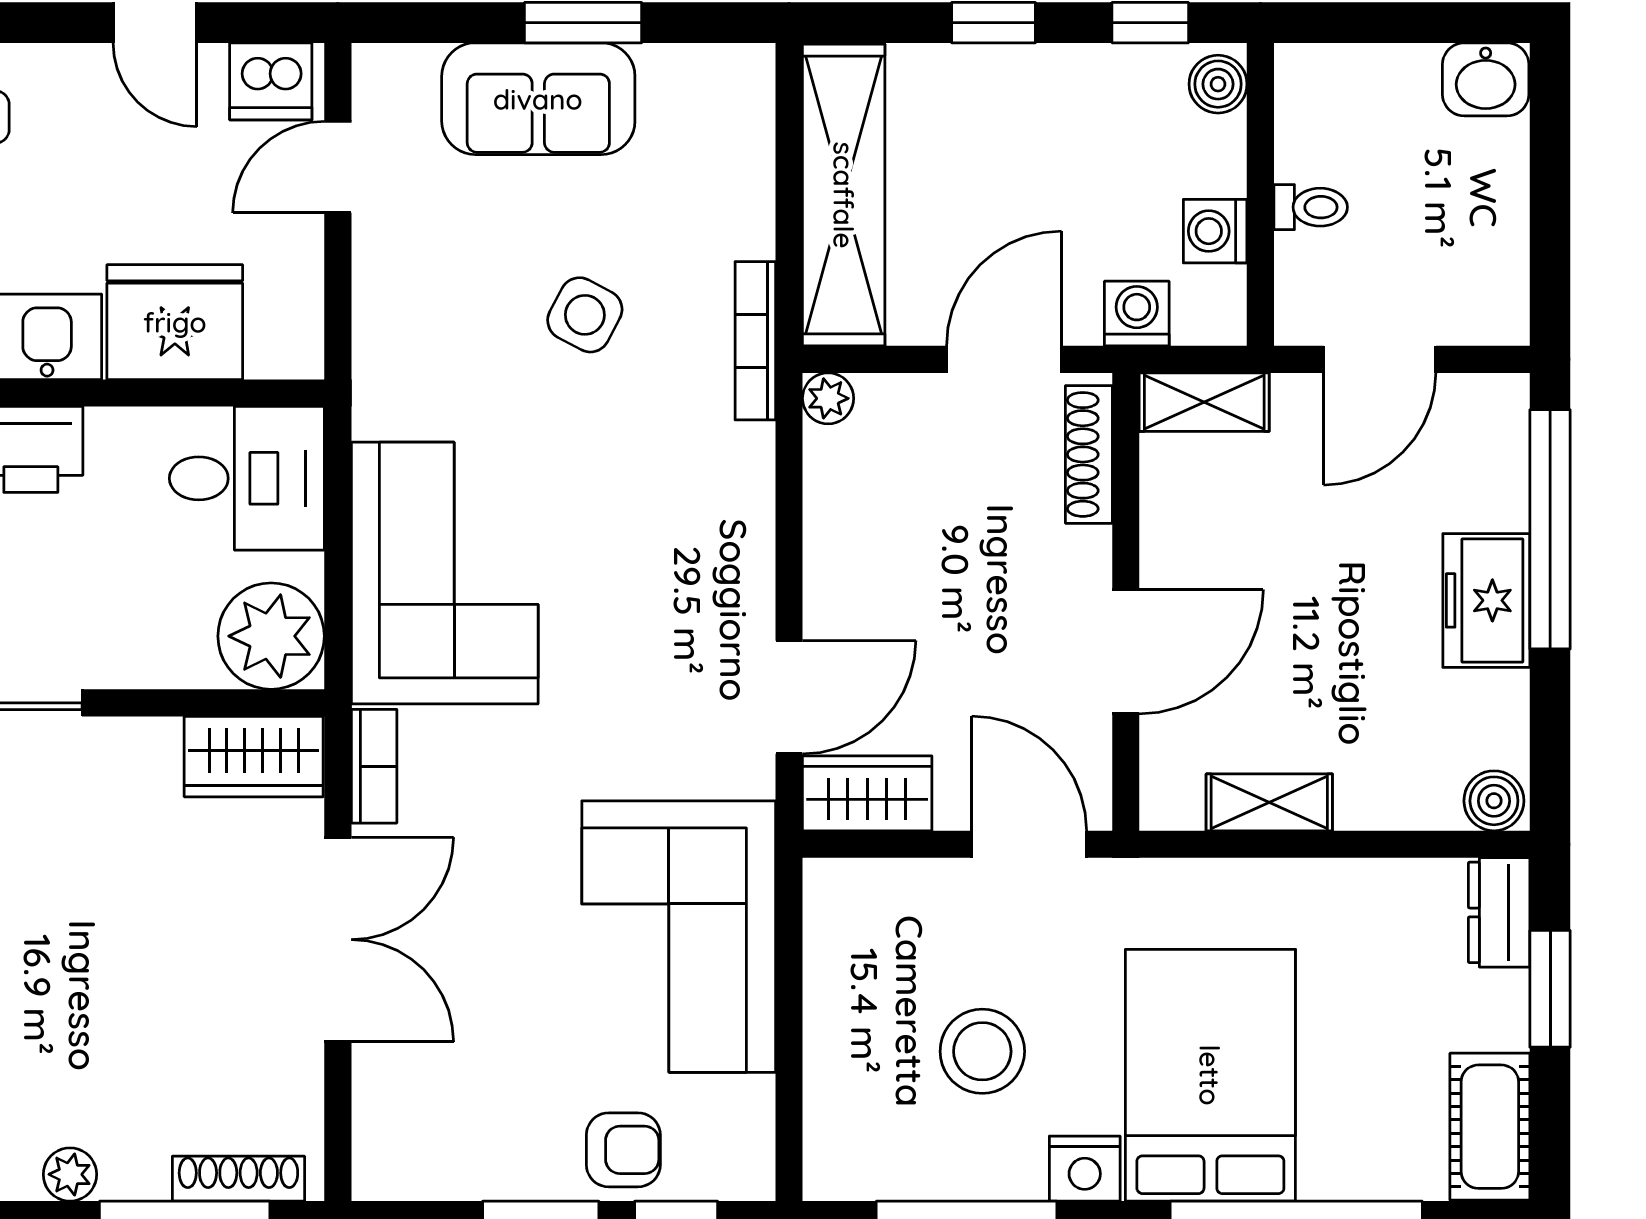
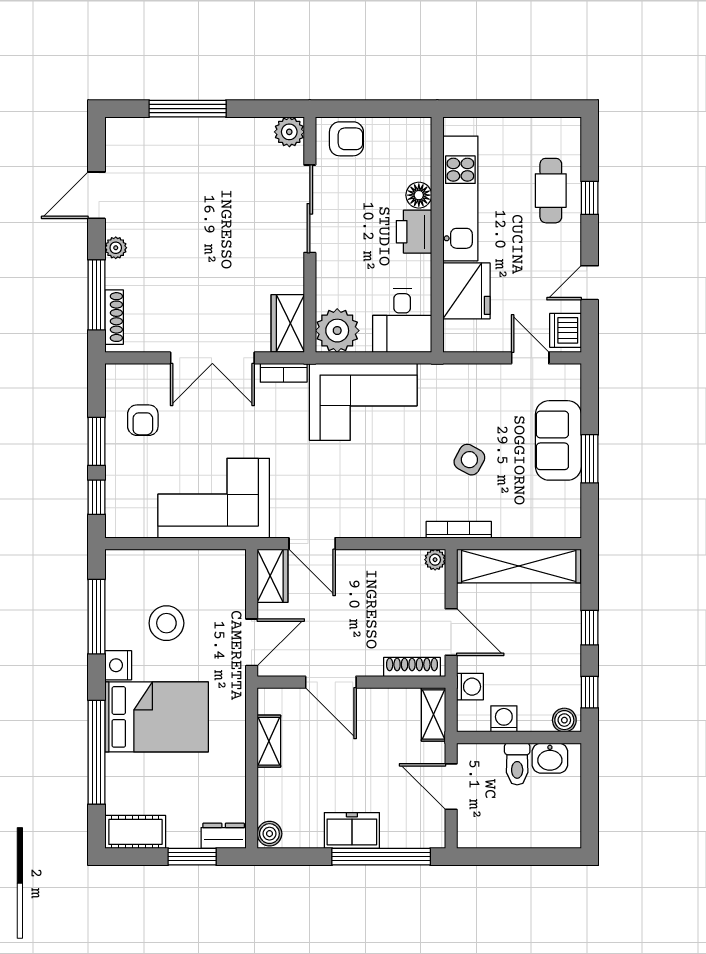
washbasin: (1486, 79) -> (550, 758), moved, turned -90
toilet: (1311, 207) -> (517, 764), width x1.37, depth x1.39
armchair: (623, 1150) -> (143, 420), moved

